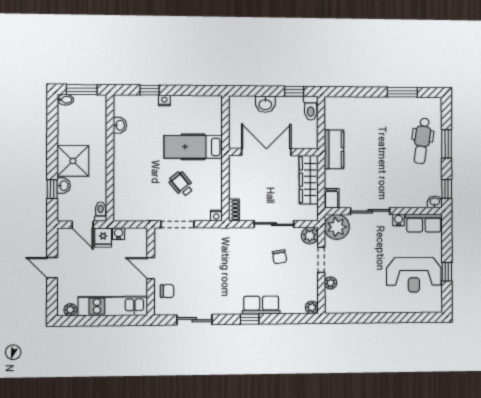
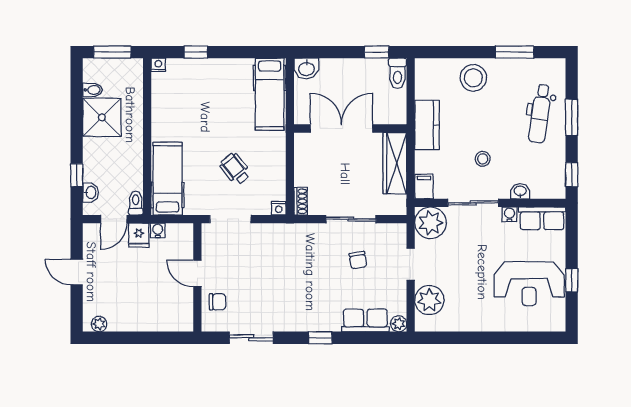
bidet: (65, 100) -> (93, 90), moved
nightstand: (164, 100) -> (158, 65), moved
washbasin: (265, 104) -> (306, 68), moved
stool: (370, 112) -> (473, 78), added
washbasin: (120, 125) -> (159, 96), removed
hospital bed: (193, 147) -> (270, 94), moved, turned -90
shower: (73, 161) -> (102, 117), moved
stool: (378, 176) -> (483, 159), added
washbasin: (64, 186) -> (91, 193), moved
hospital bed: (127, 192) -> (168, 179), added
washbasin: (435, 202) -> (520, 191), moved
door: (83, 225) -> (114, 219), hinge flipped
plant: (310, 236) -> (396, 234), removed
plant: (331, 283) -> (429, 300), width x1.87, depth x1.87
row of seats: (261, 305) -> (365, 320), moved
kitchen unit: (113, 306) -> (151, 320), removed

